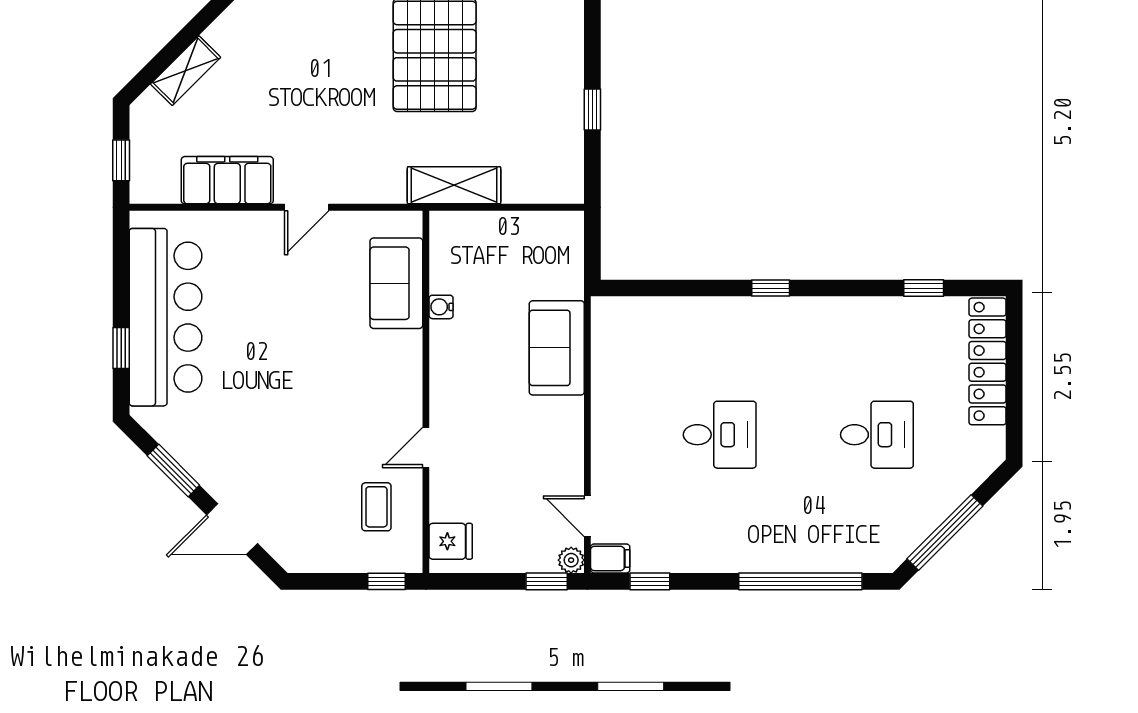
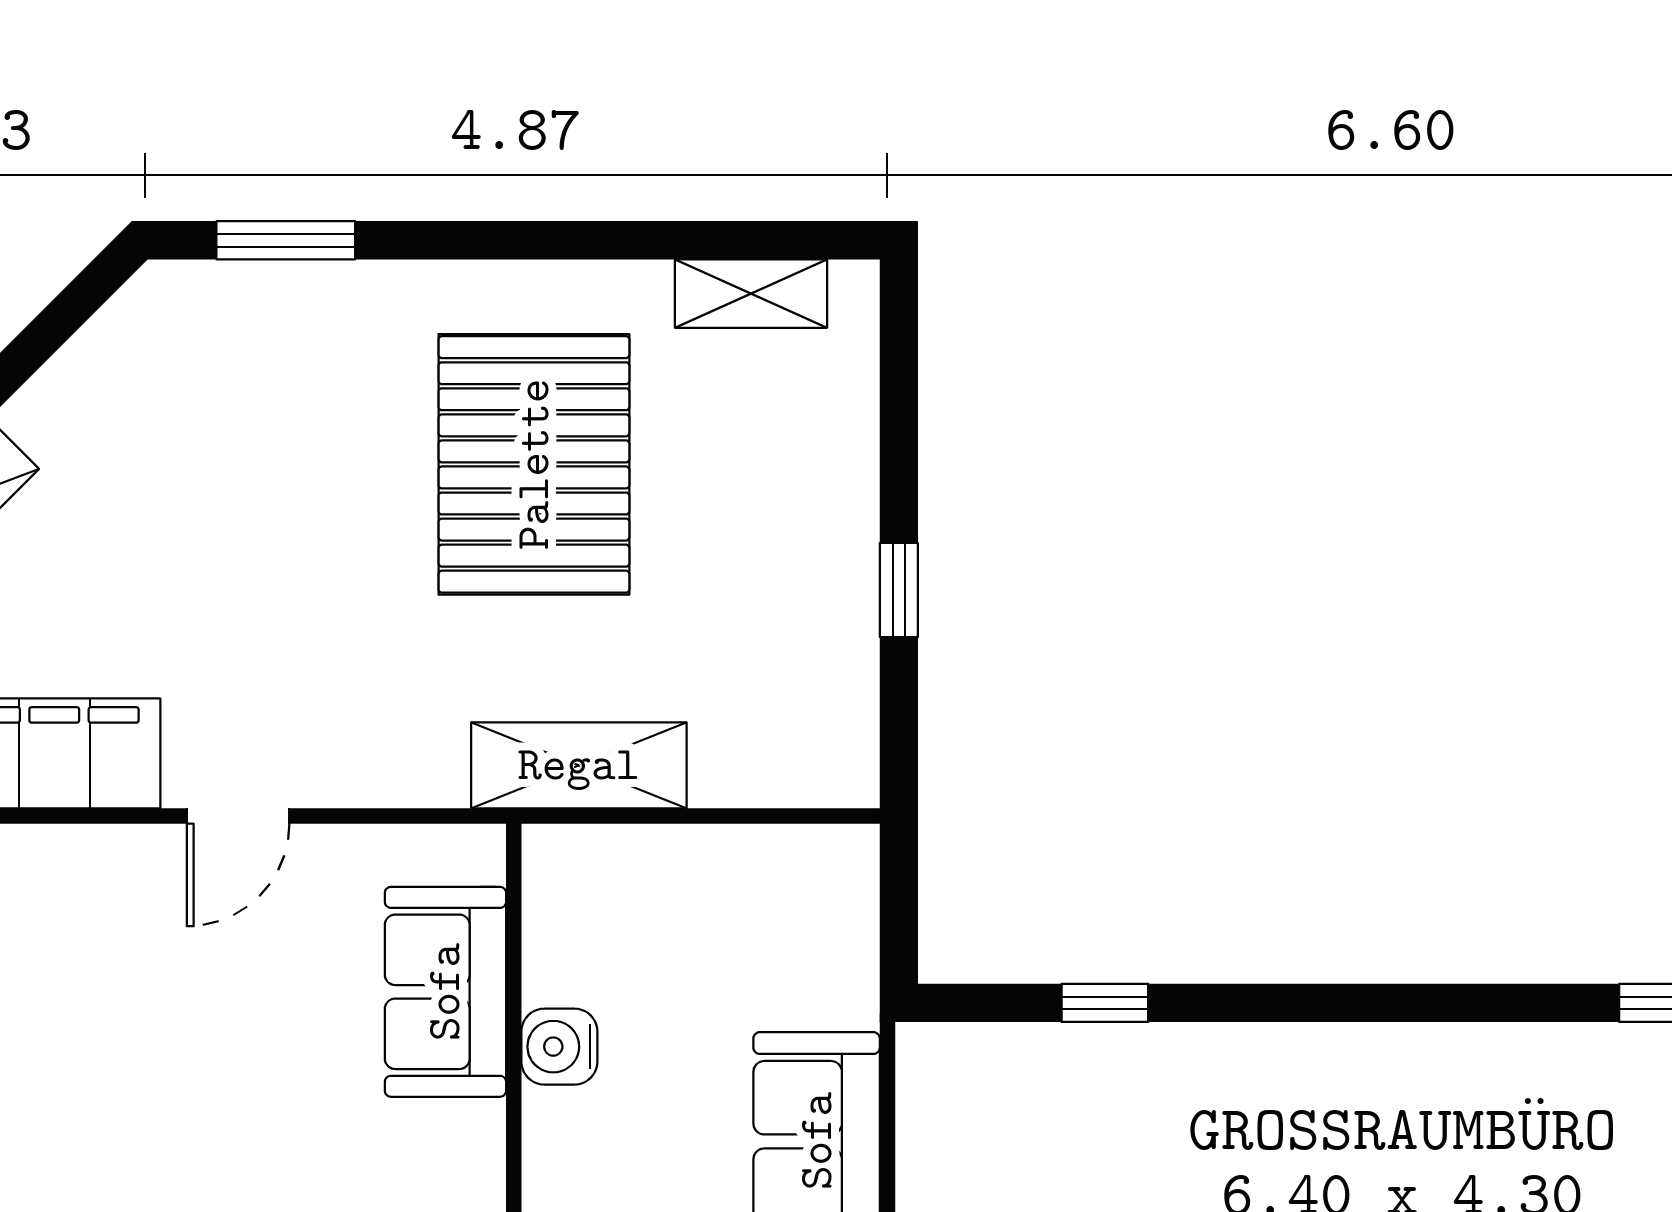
window: (771, 288) -> (1105, 1003), moved
water cooler: (441, 307) -> (559, 1047), width x1.38, depth x1.38

